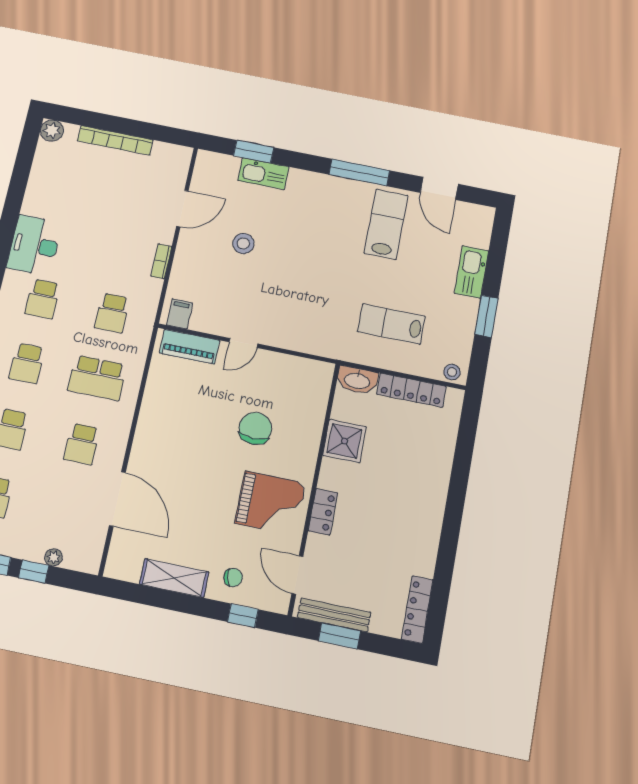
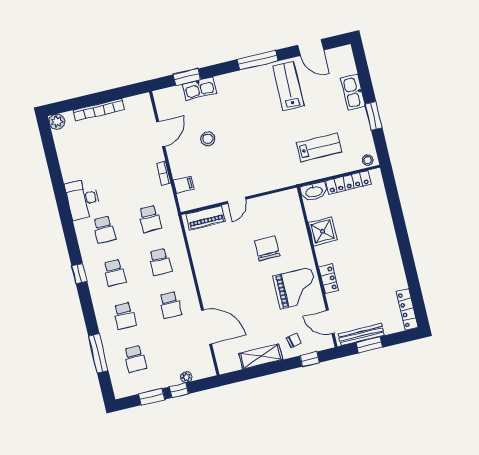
filing cabinet: (180, 314) -> (184, 185), moved, turned 90
lab bench: (391, 324) -> (319, 147), turned 180
school desk: (97, 378) -> (160, 262), width x0.54

